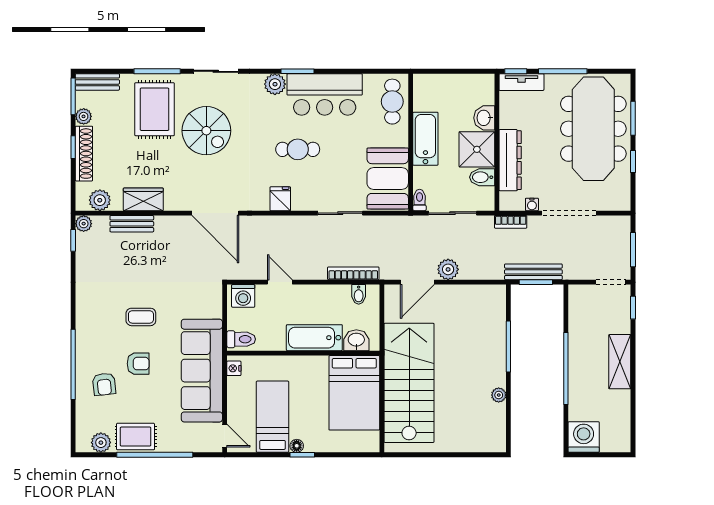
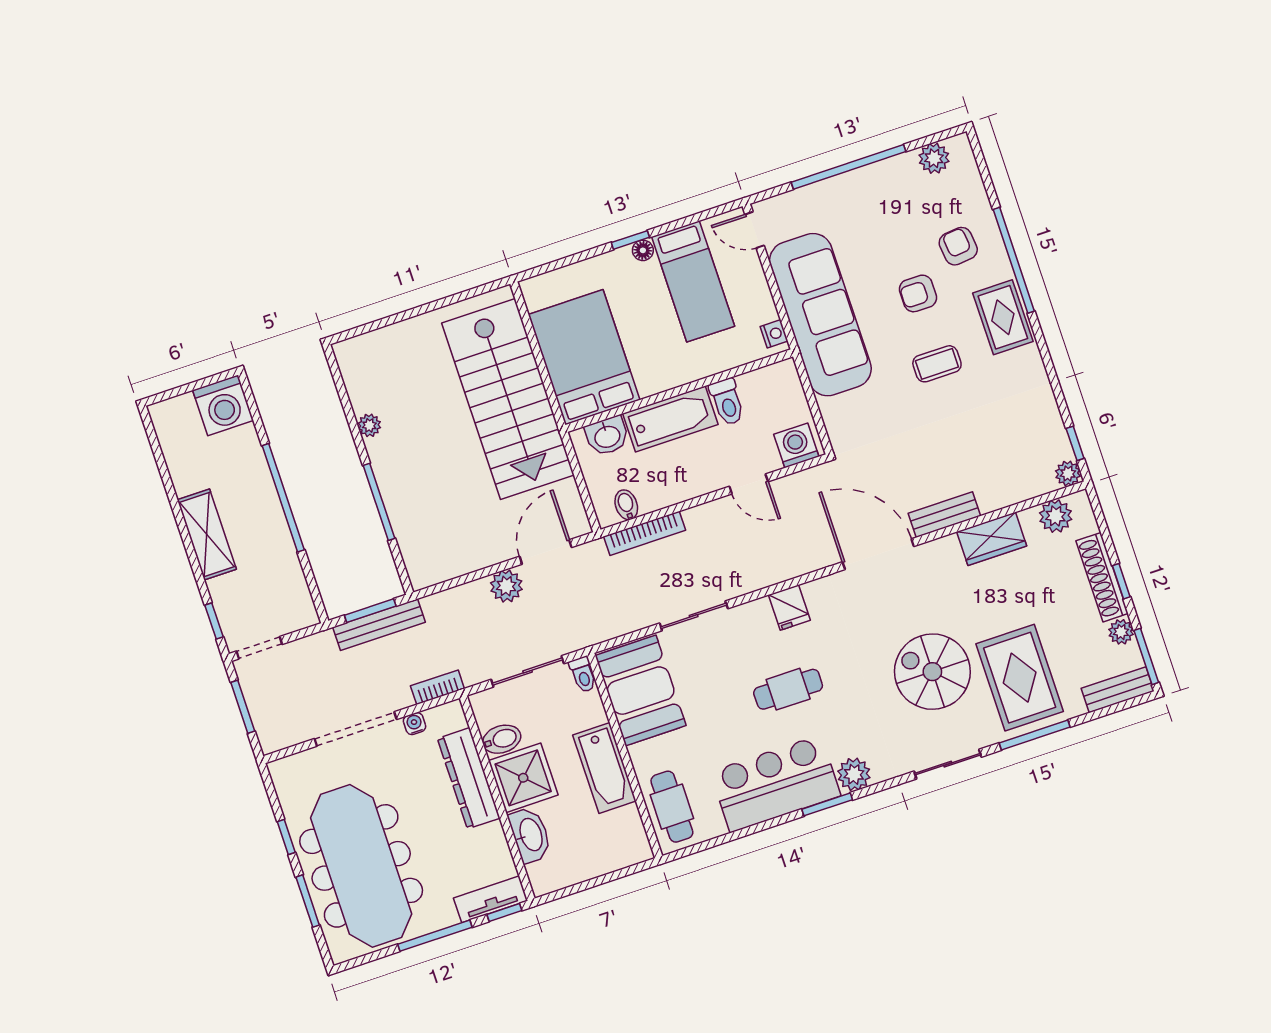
washbasin: (484, 118) -> (530, 835), width x1.38
bench: (132, 224) -> (944, 515), moved
toilet: (241, 339) -> (727, 402), moved, turned -90
rug: (136, 437) -> (1003, 317), moved, turned 90

